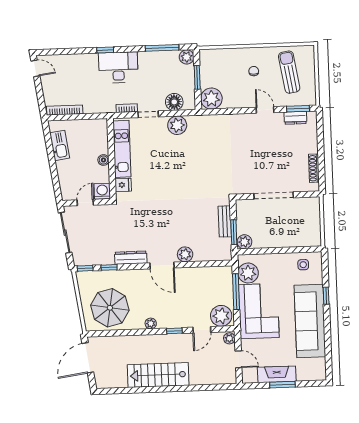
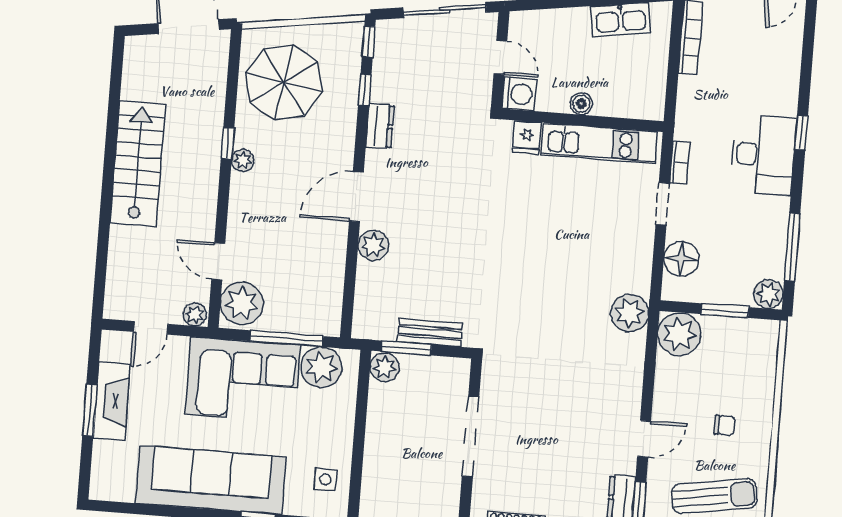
plant: (177, 125) -> (630, 313), moved
dresser: (131, 258) -> (380, 126), width x0.70
window: (174, 331) -> (228, 143), moved

